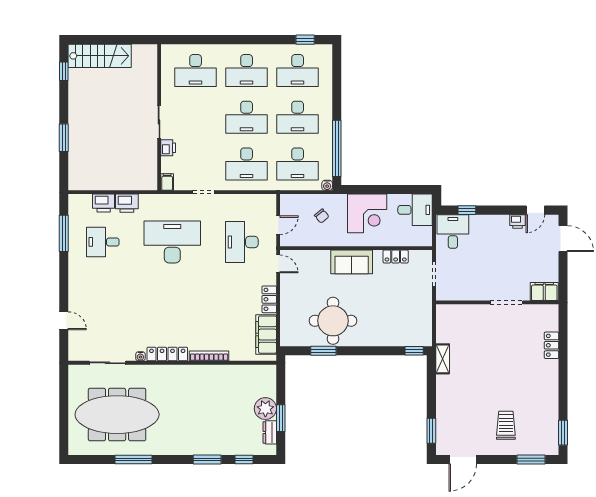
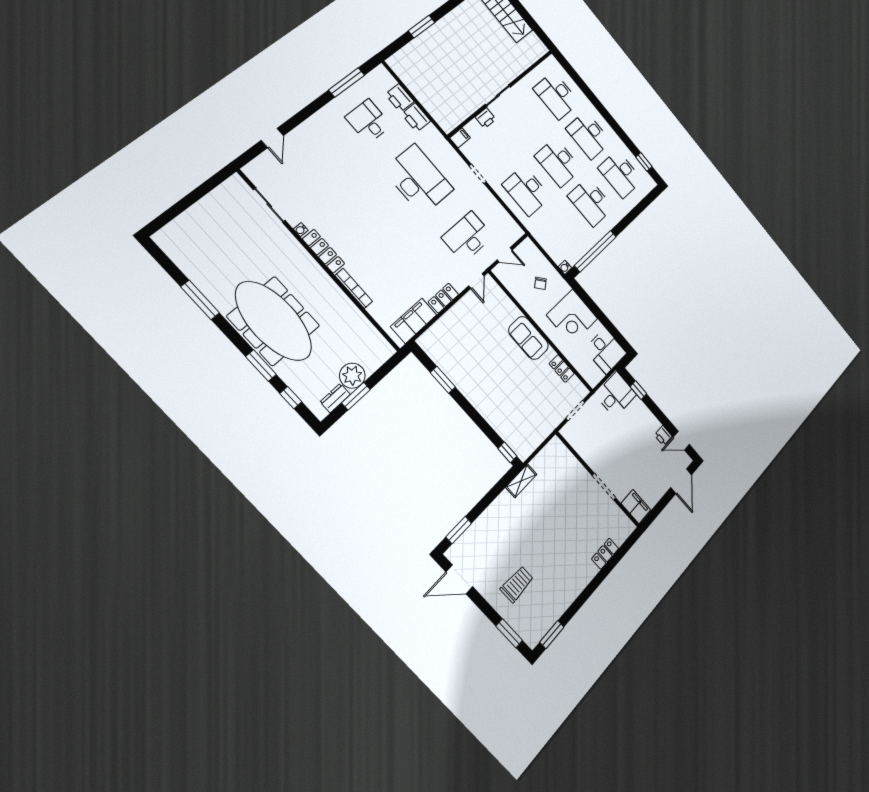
desk: (298, 164) -> (560, 231), removed
round table: (333, 321) -> (472, 365), removed
meeting table: (117, 415) -> (274, 321), moved

